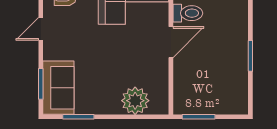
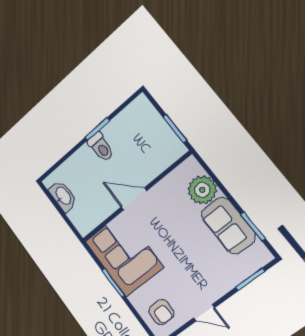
toilet: (188, 13) -> (101, 147), moved, turned 180
sofa: (58, 88) -> (228, 226), moved, turned -90

